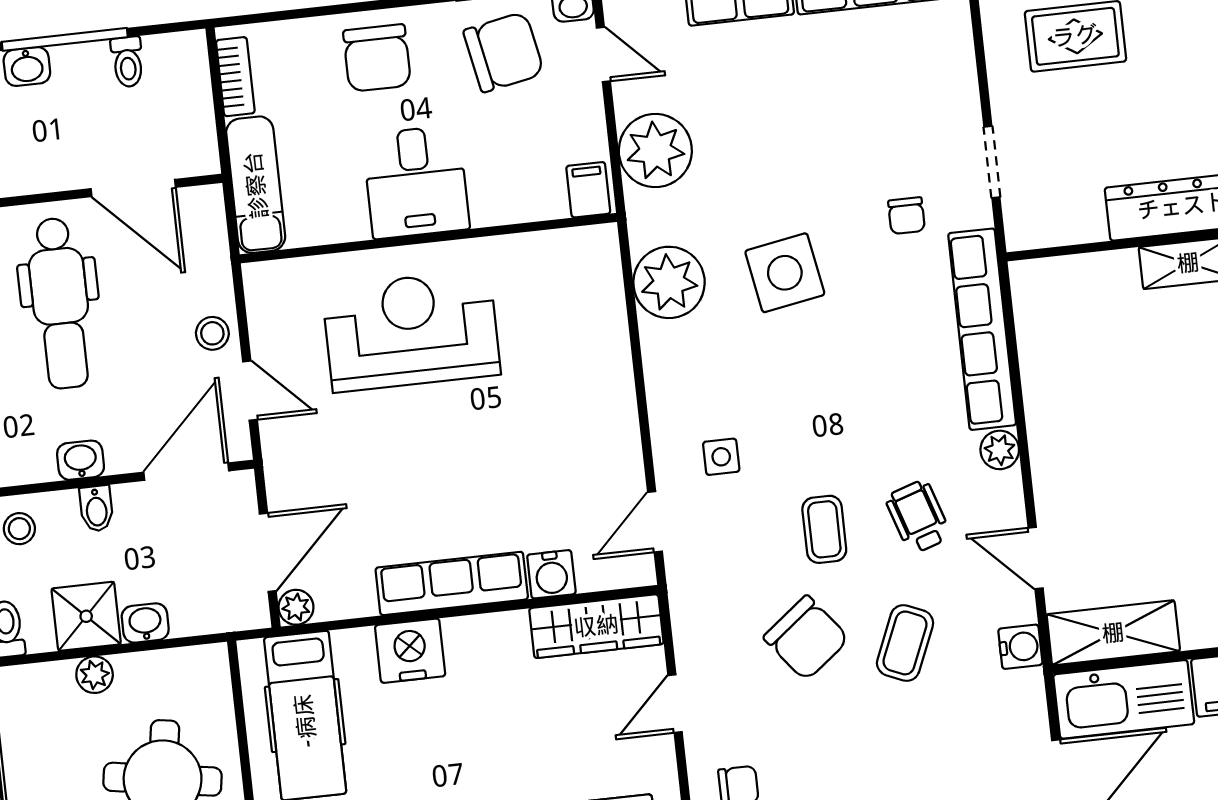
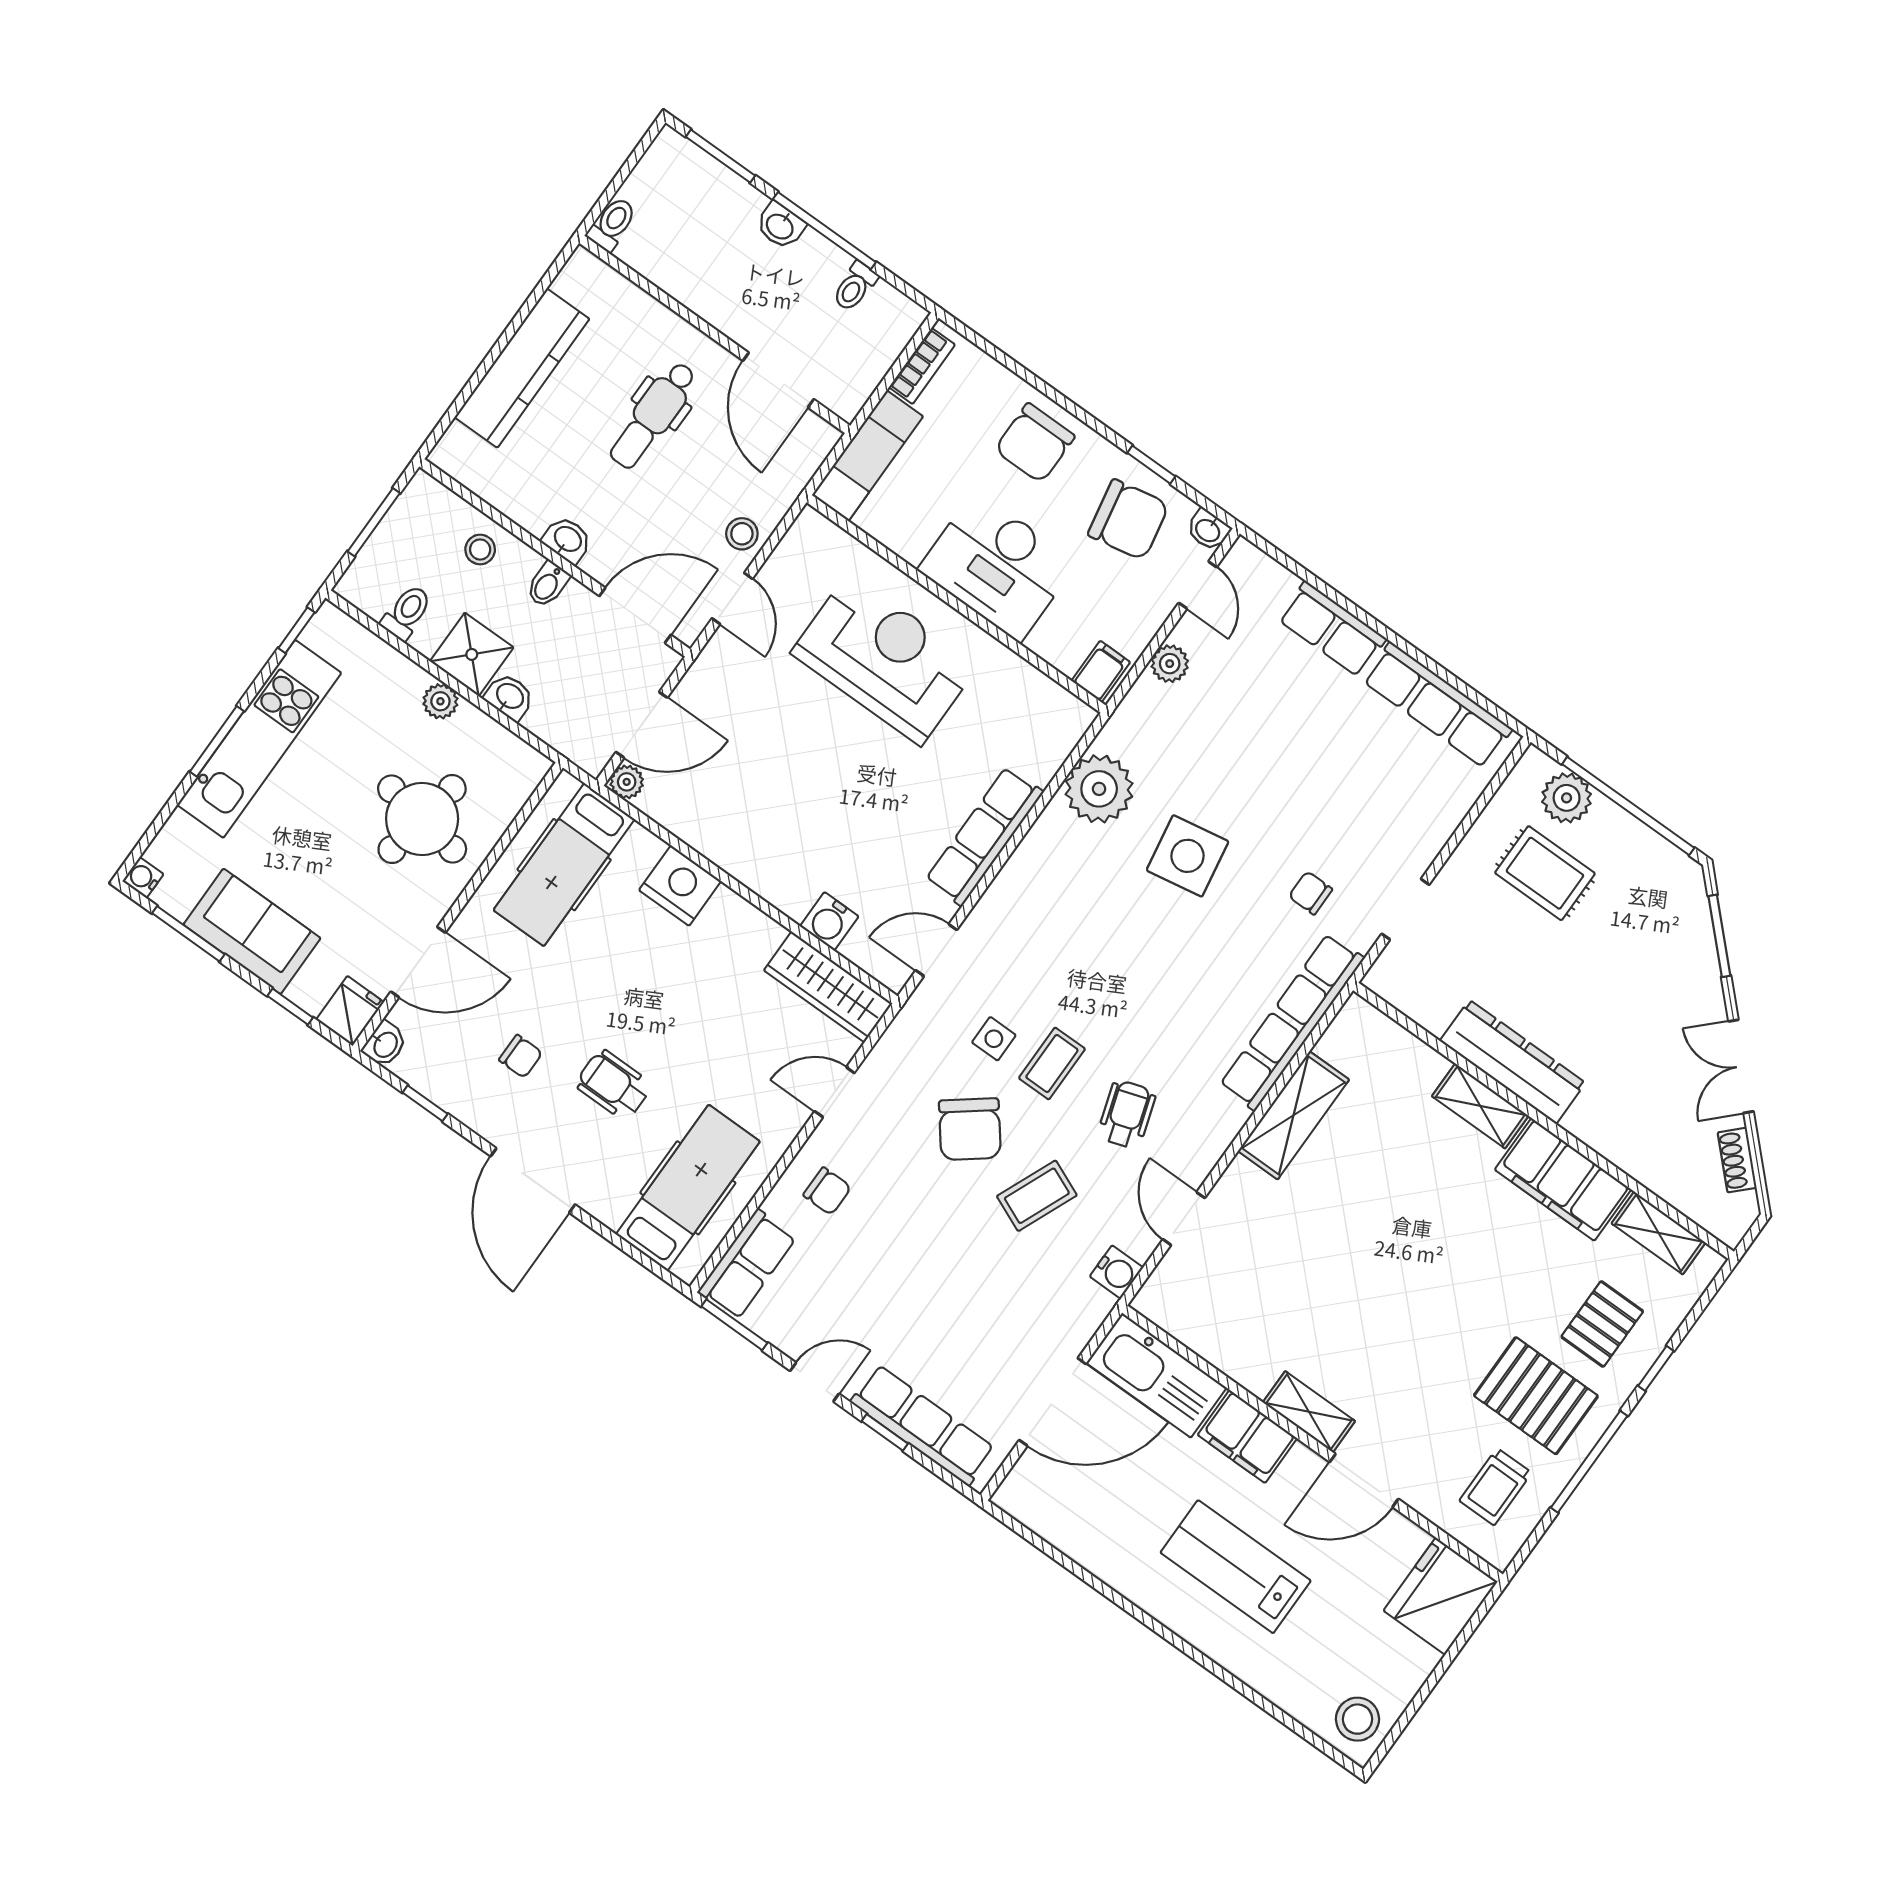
plant: (655, 151) -> (1170, 664), width x0.53, depth x0.53
desk: (416, 182) -> (997, 566), width x1.37
chair: (906, 216) -> (1310, 893), turned 90
dental chair: (60, 303) -> (653, 415), width x0.73, depth x0.72
plant: (1000, 450) -> (1227, 1119), removed
side table: (721, 457) -> (994, 1039), moved
row of seats: (452, 583) -> (984, 836), moved, turned -90
shelving: (1113, 633) -> (1293, 1115), moved, turned 90

